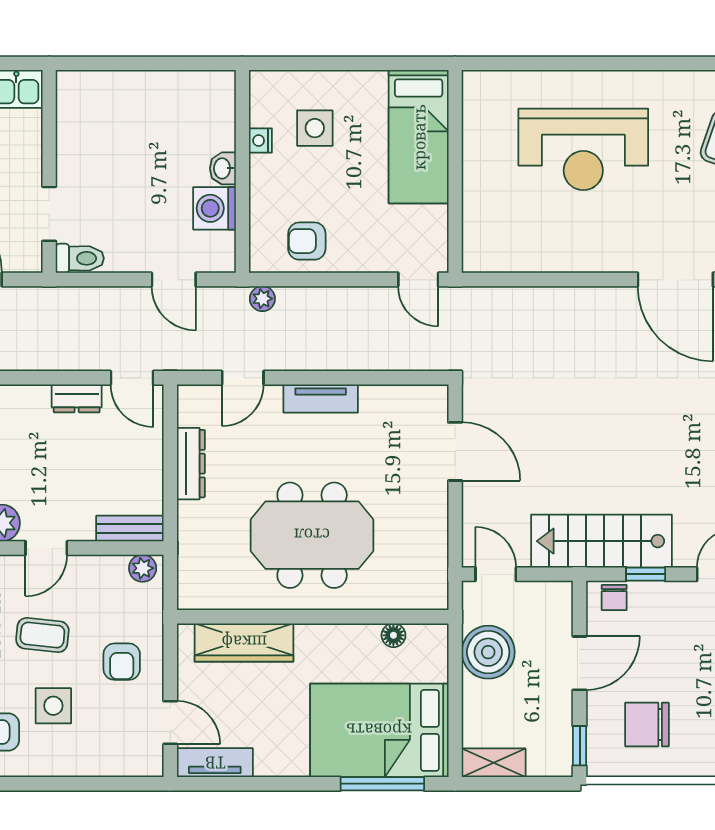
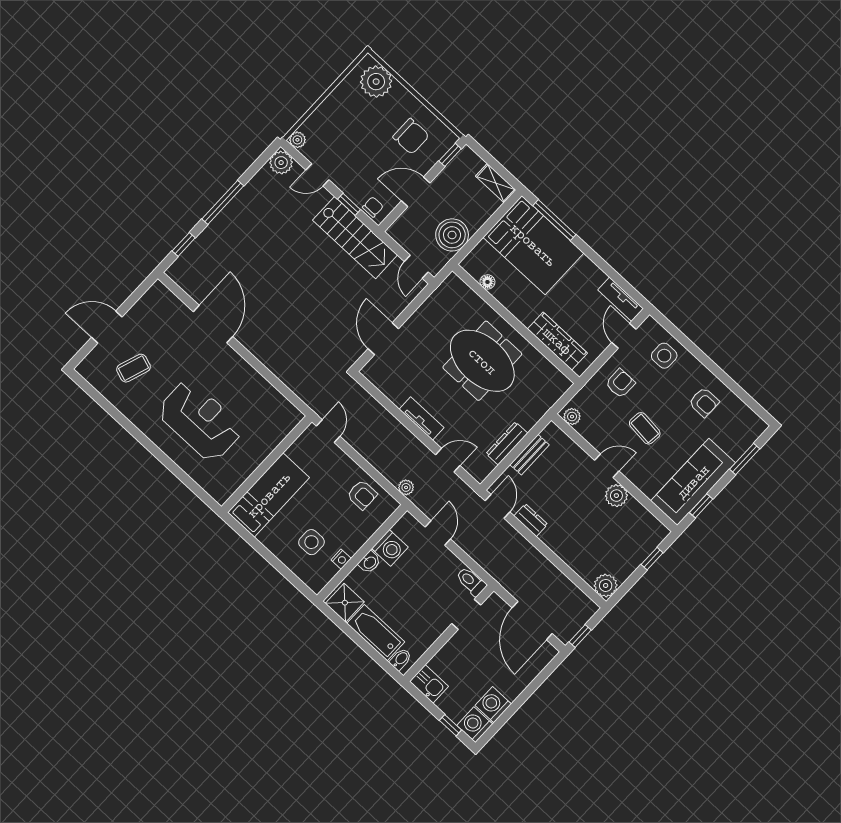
bidet: (78, 87) -> (401, 659), added
bathtub: (137, 91) -> (376, 633), added
shower: (207, 93) -> (345, 603), added
bench: (130, 529) -> (530, 455), moved, turned 90
side table: (53, 706) -> (664, 356), moved

